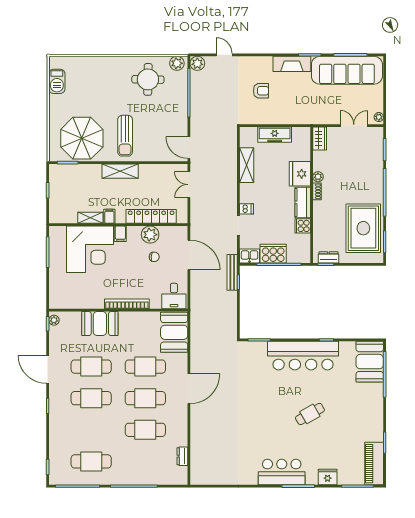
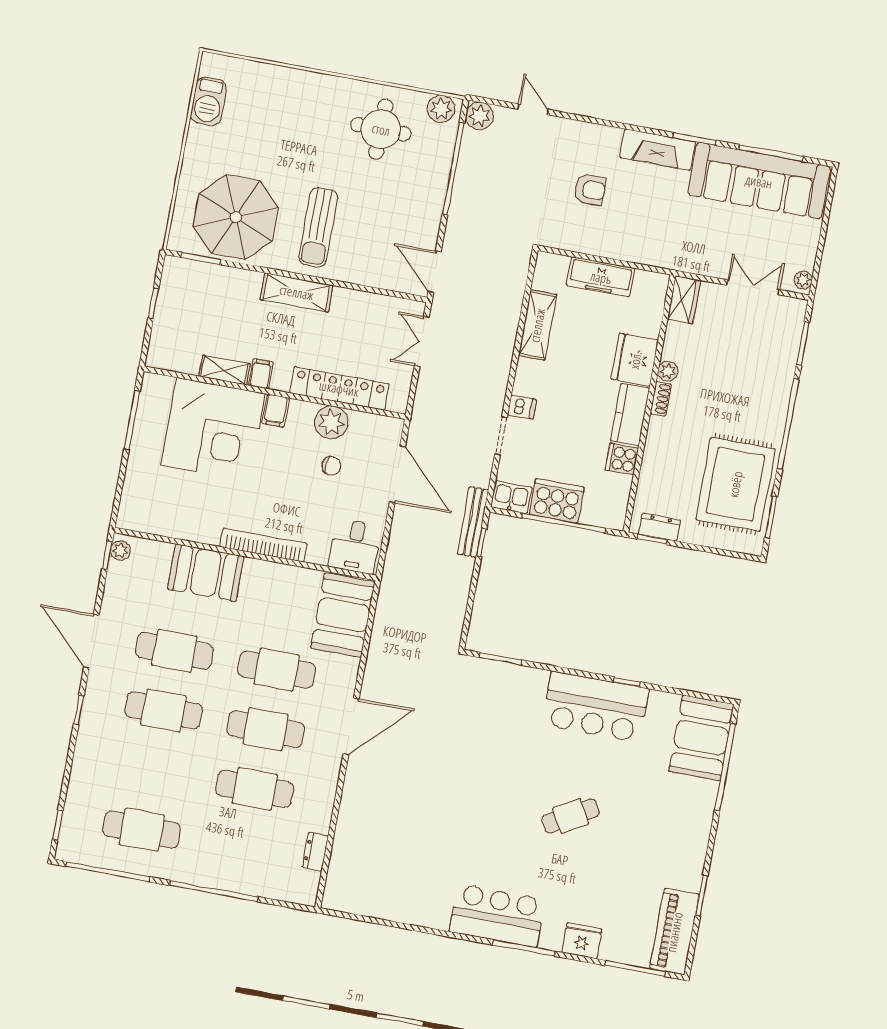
bar counter: (303, 356) -> (595, 707), width x0.73

